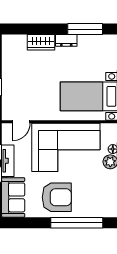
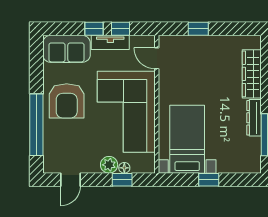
dresser: (66, 40) -> (254, 118), width x1.44
wardrobe: (41, 42) -> (252, 74), width x1.50

